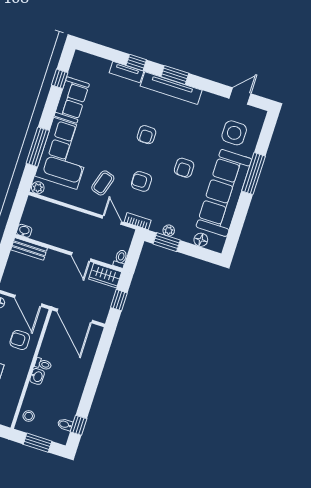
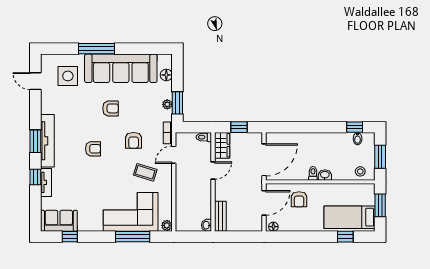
sofa: (72, 100) -> (59, 221), moved

